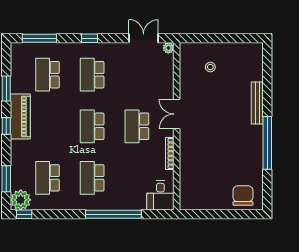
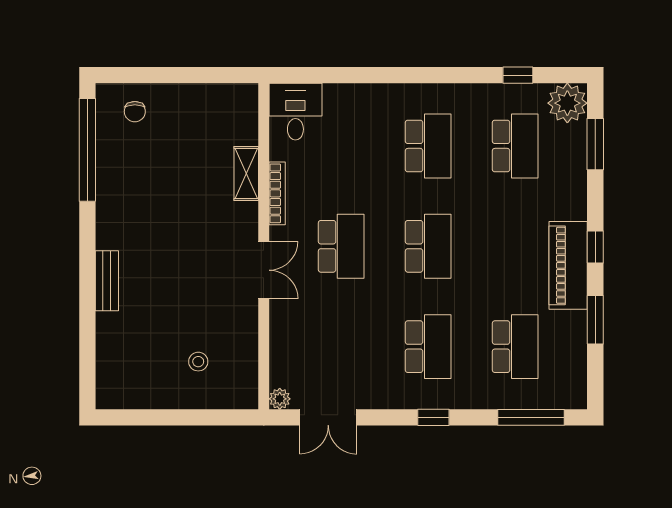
bench: (257, 103) -> (107, 281), width x0.73
window: (267, 143) -> (87, 150), moved
shelving: (186, 164) -> (246, 174), added
chair: (243, 196) -> (135, 112), width x0.54, depth x0.54
window: (24, 214) -> (518, 75), moved
window: (113, 214) -> (387, 75), removed

